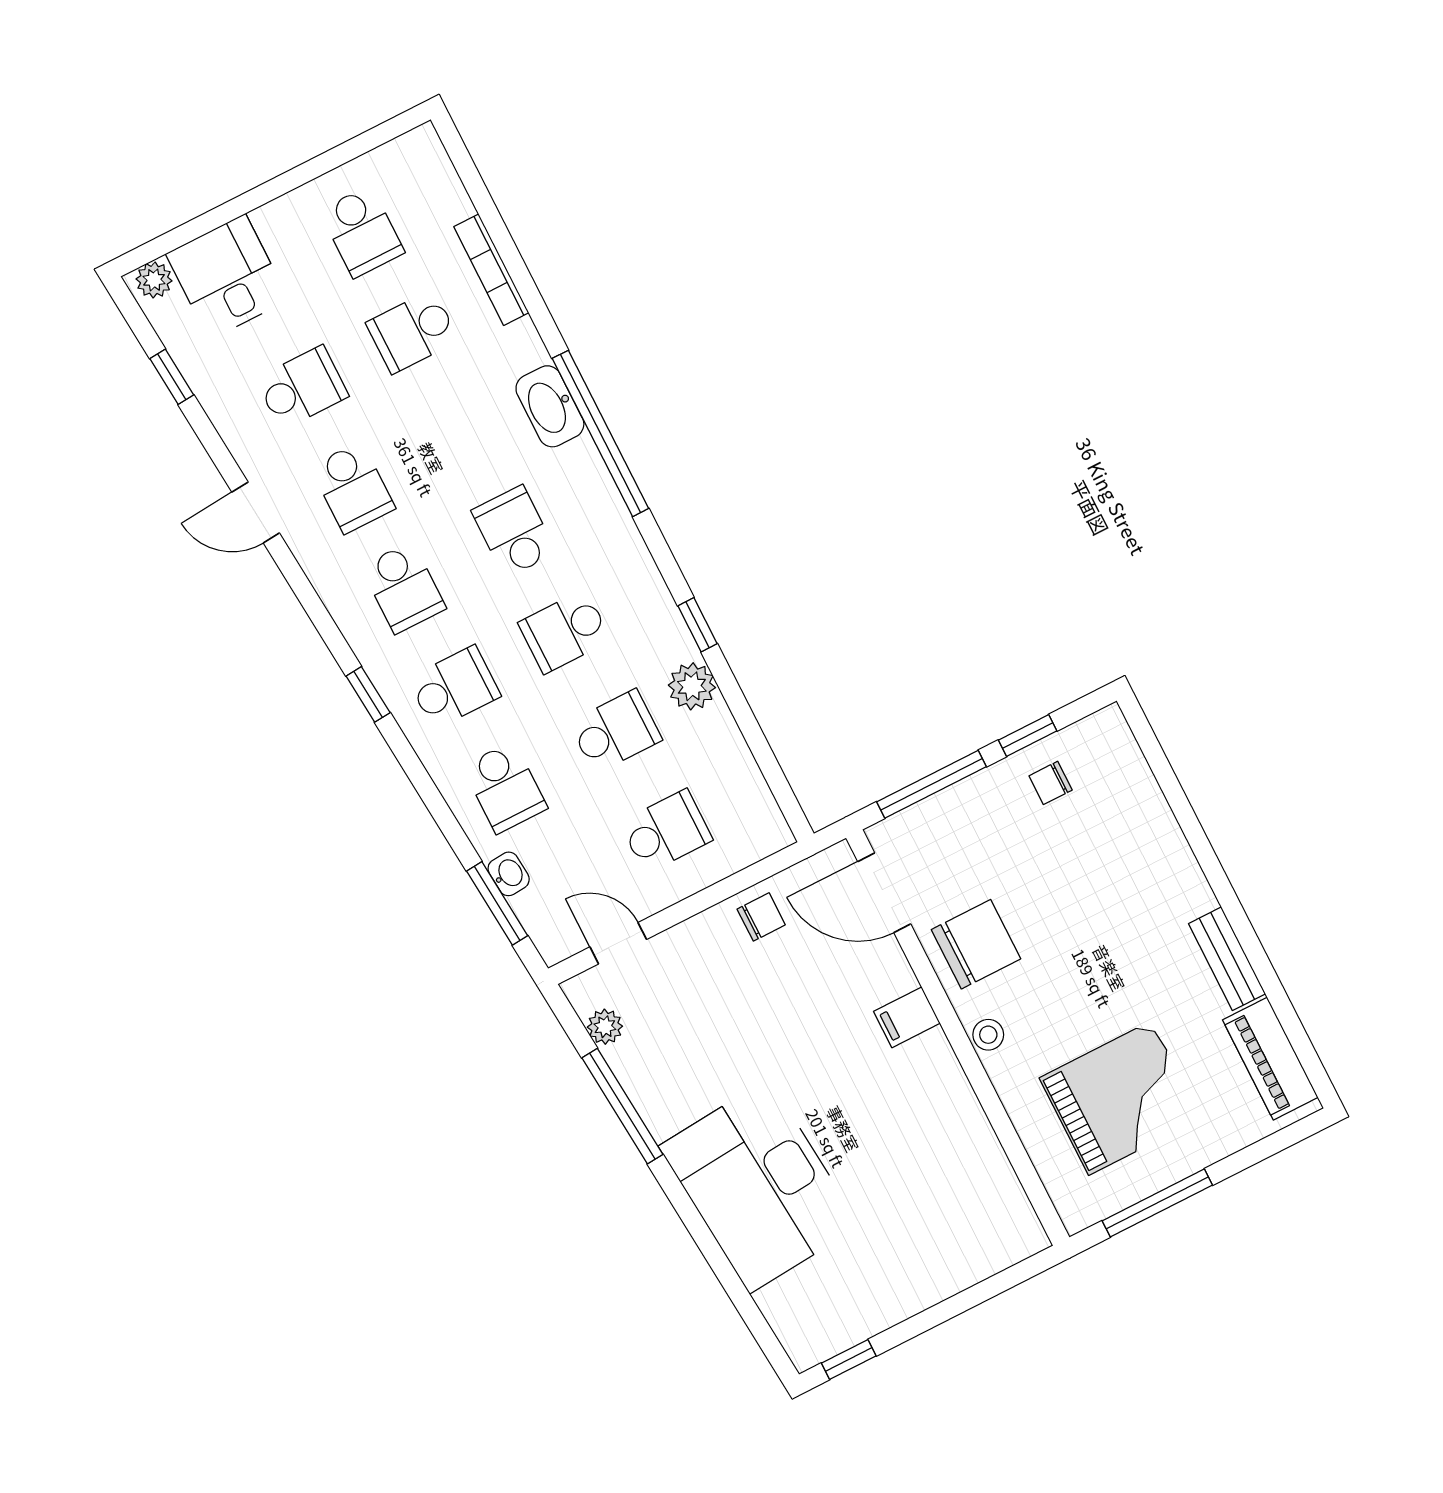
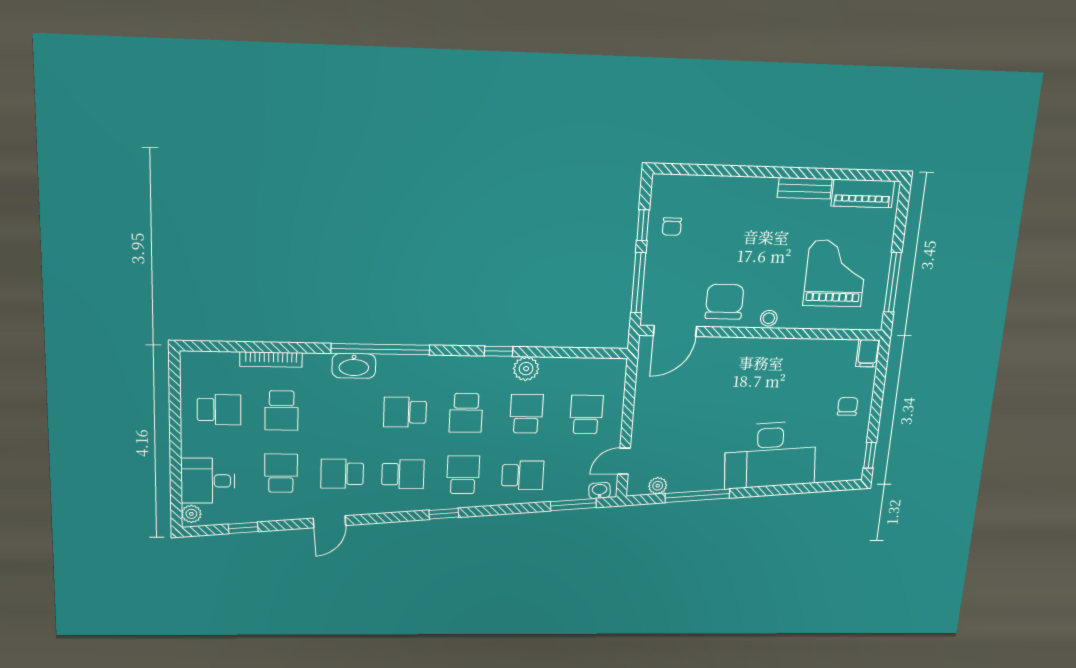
school desk: (353, 488) -> (342, 474), turned 180
washbasin: (509, 874) -> (600, 491), moved
chair: (761, 917) -> (848, 406), moved
filing cabinet: (907, 1017) -> (868, 353), moved

